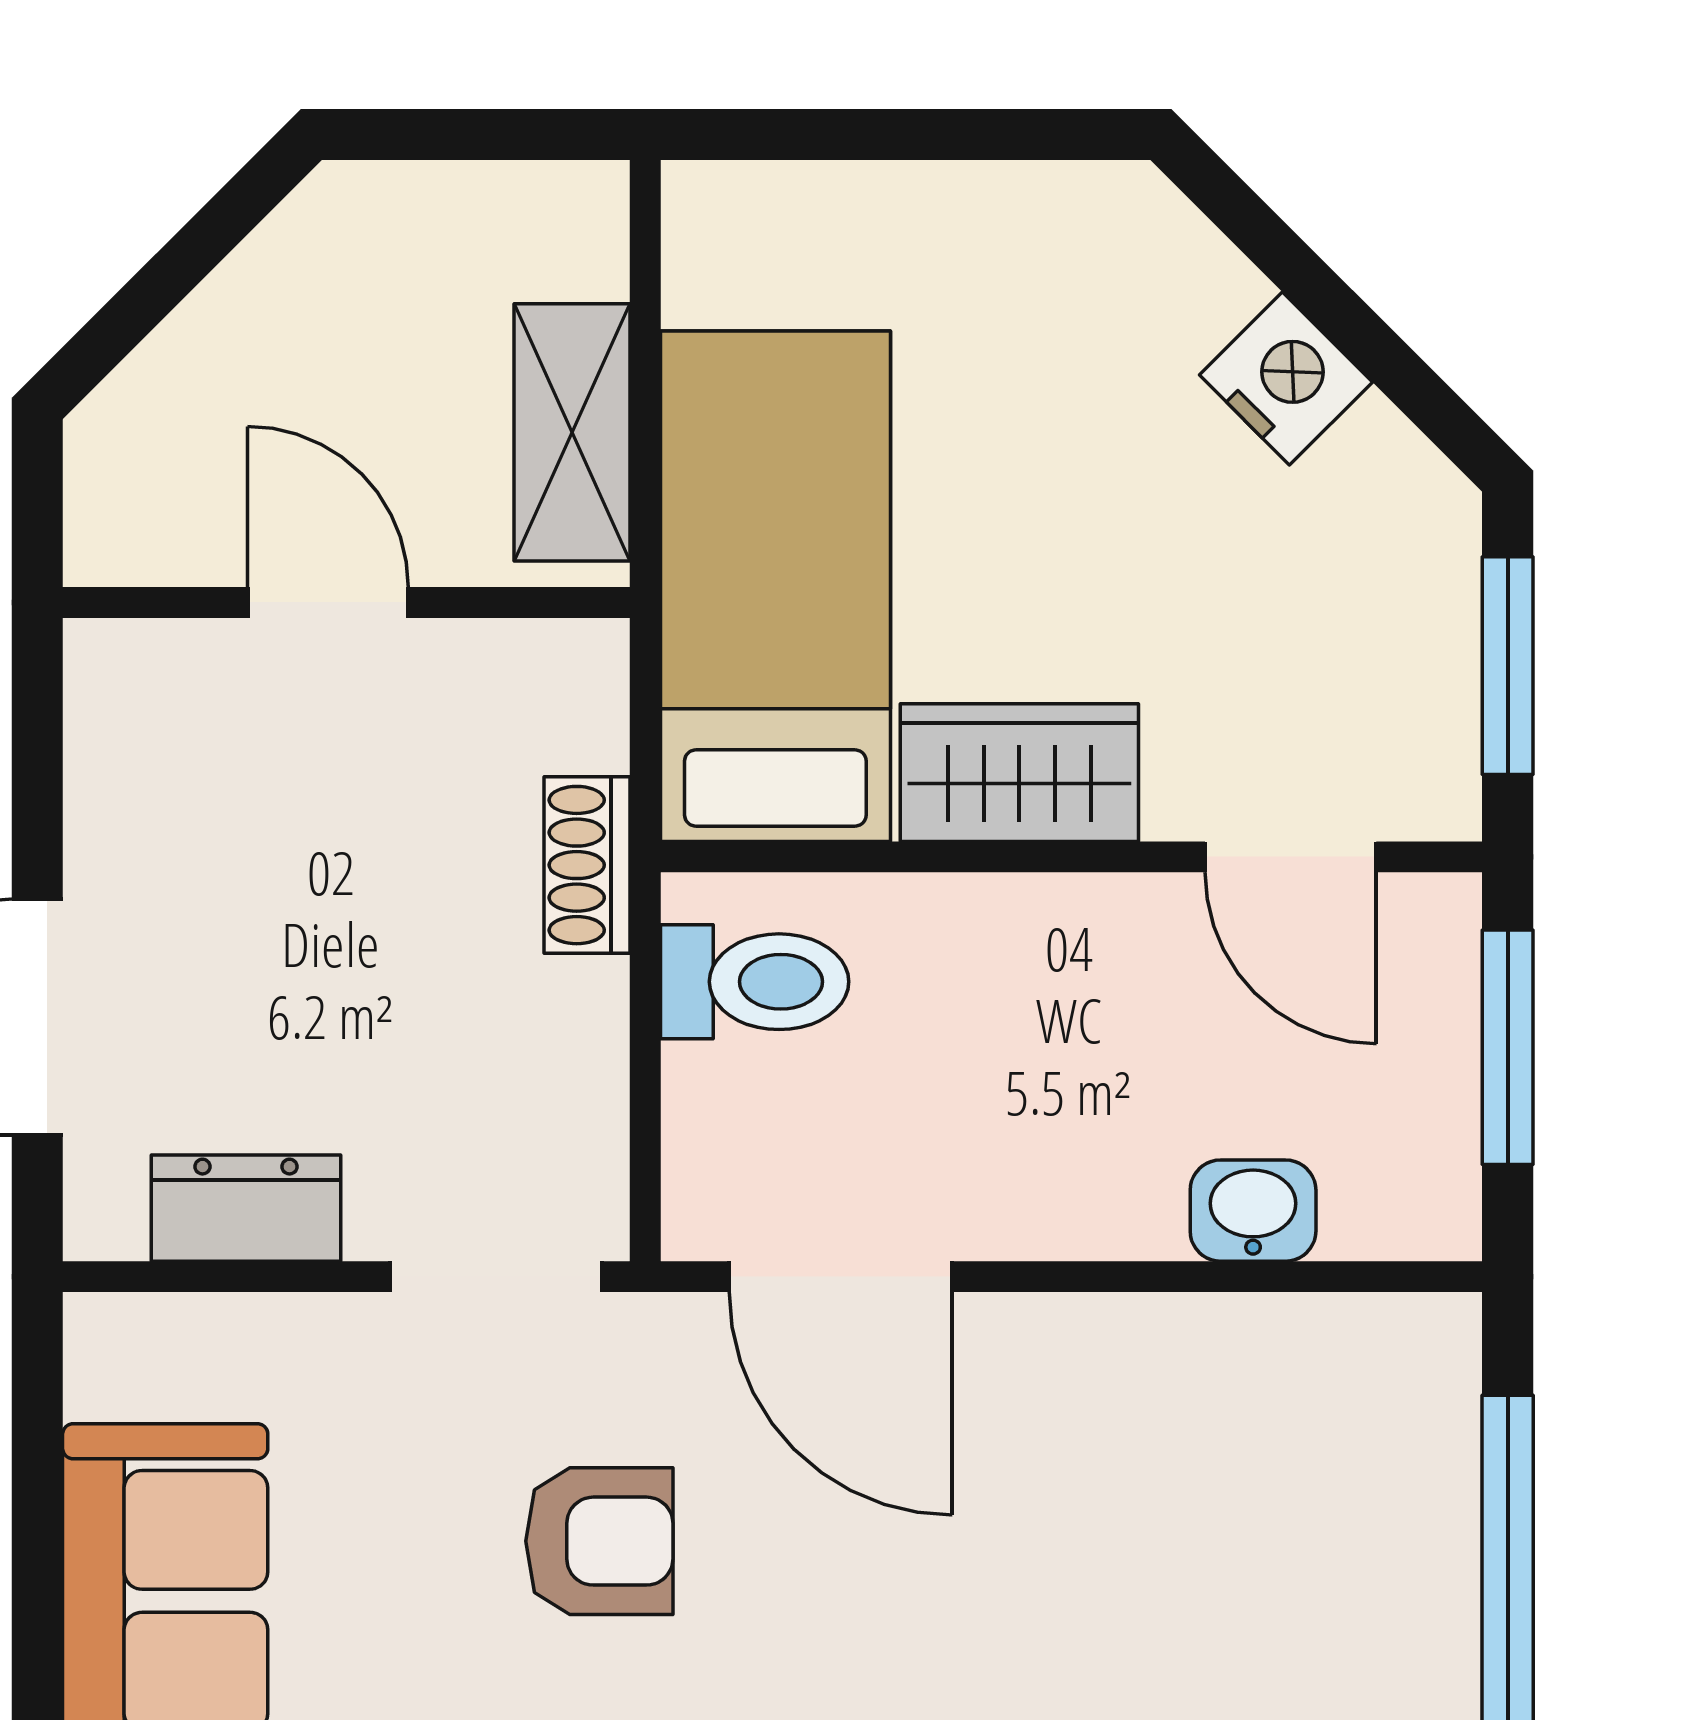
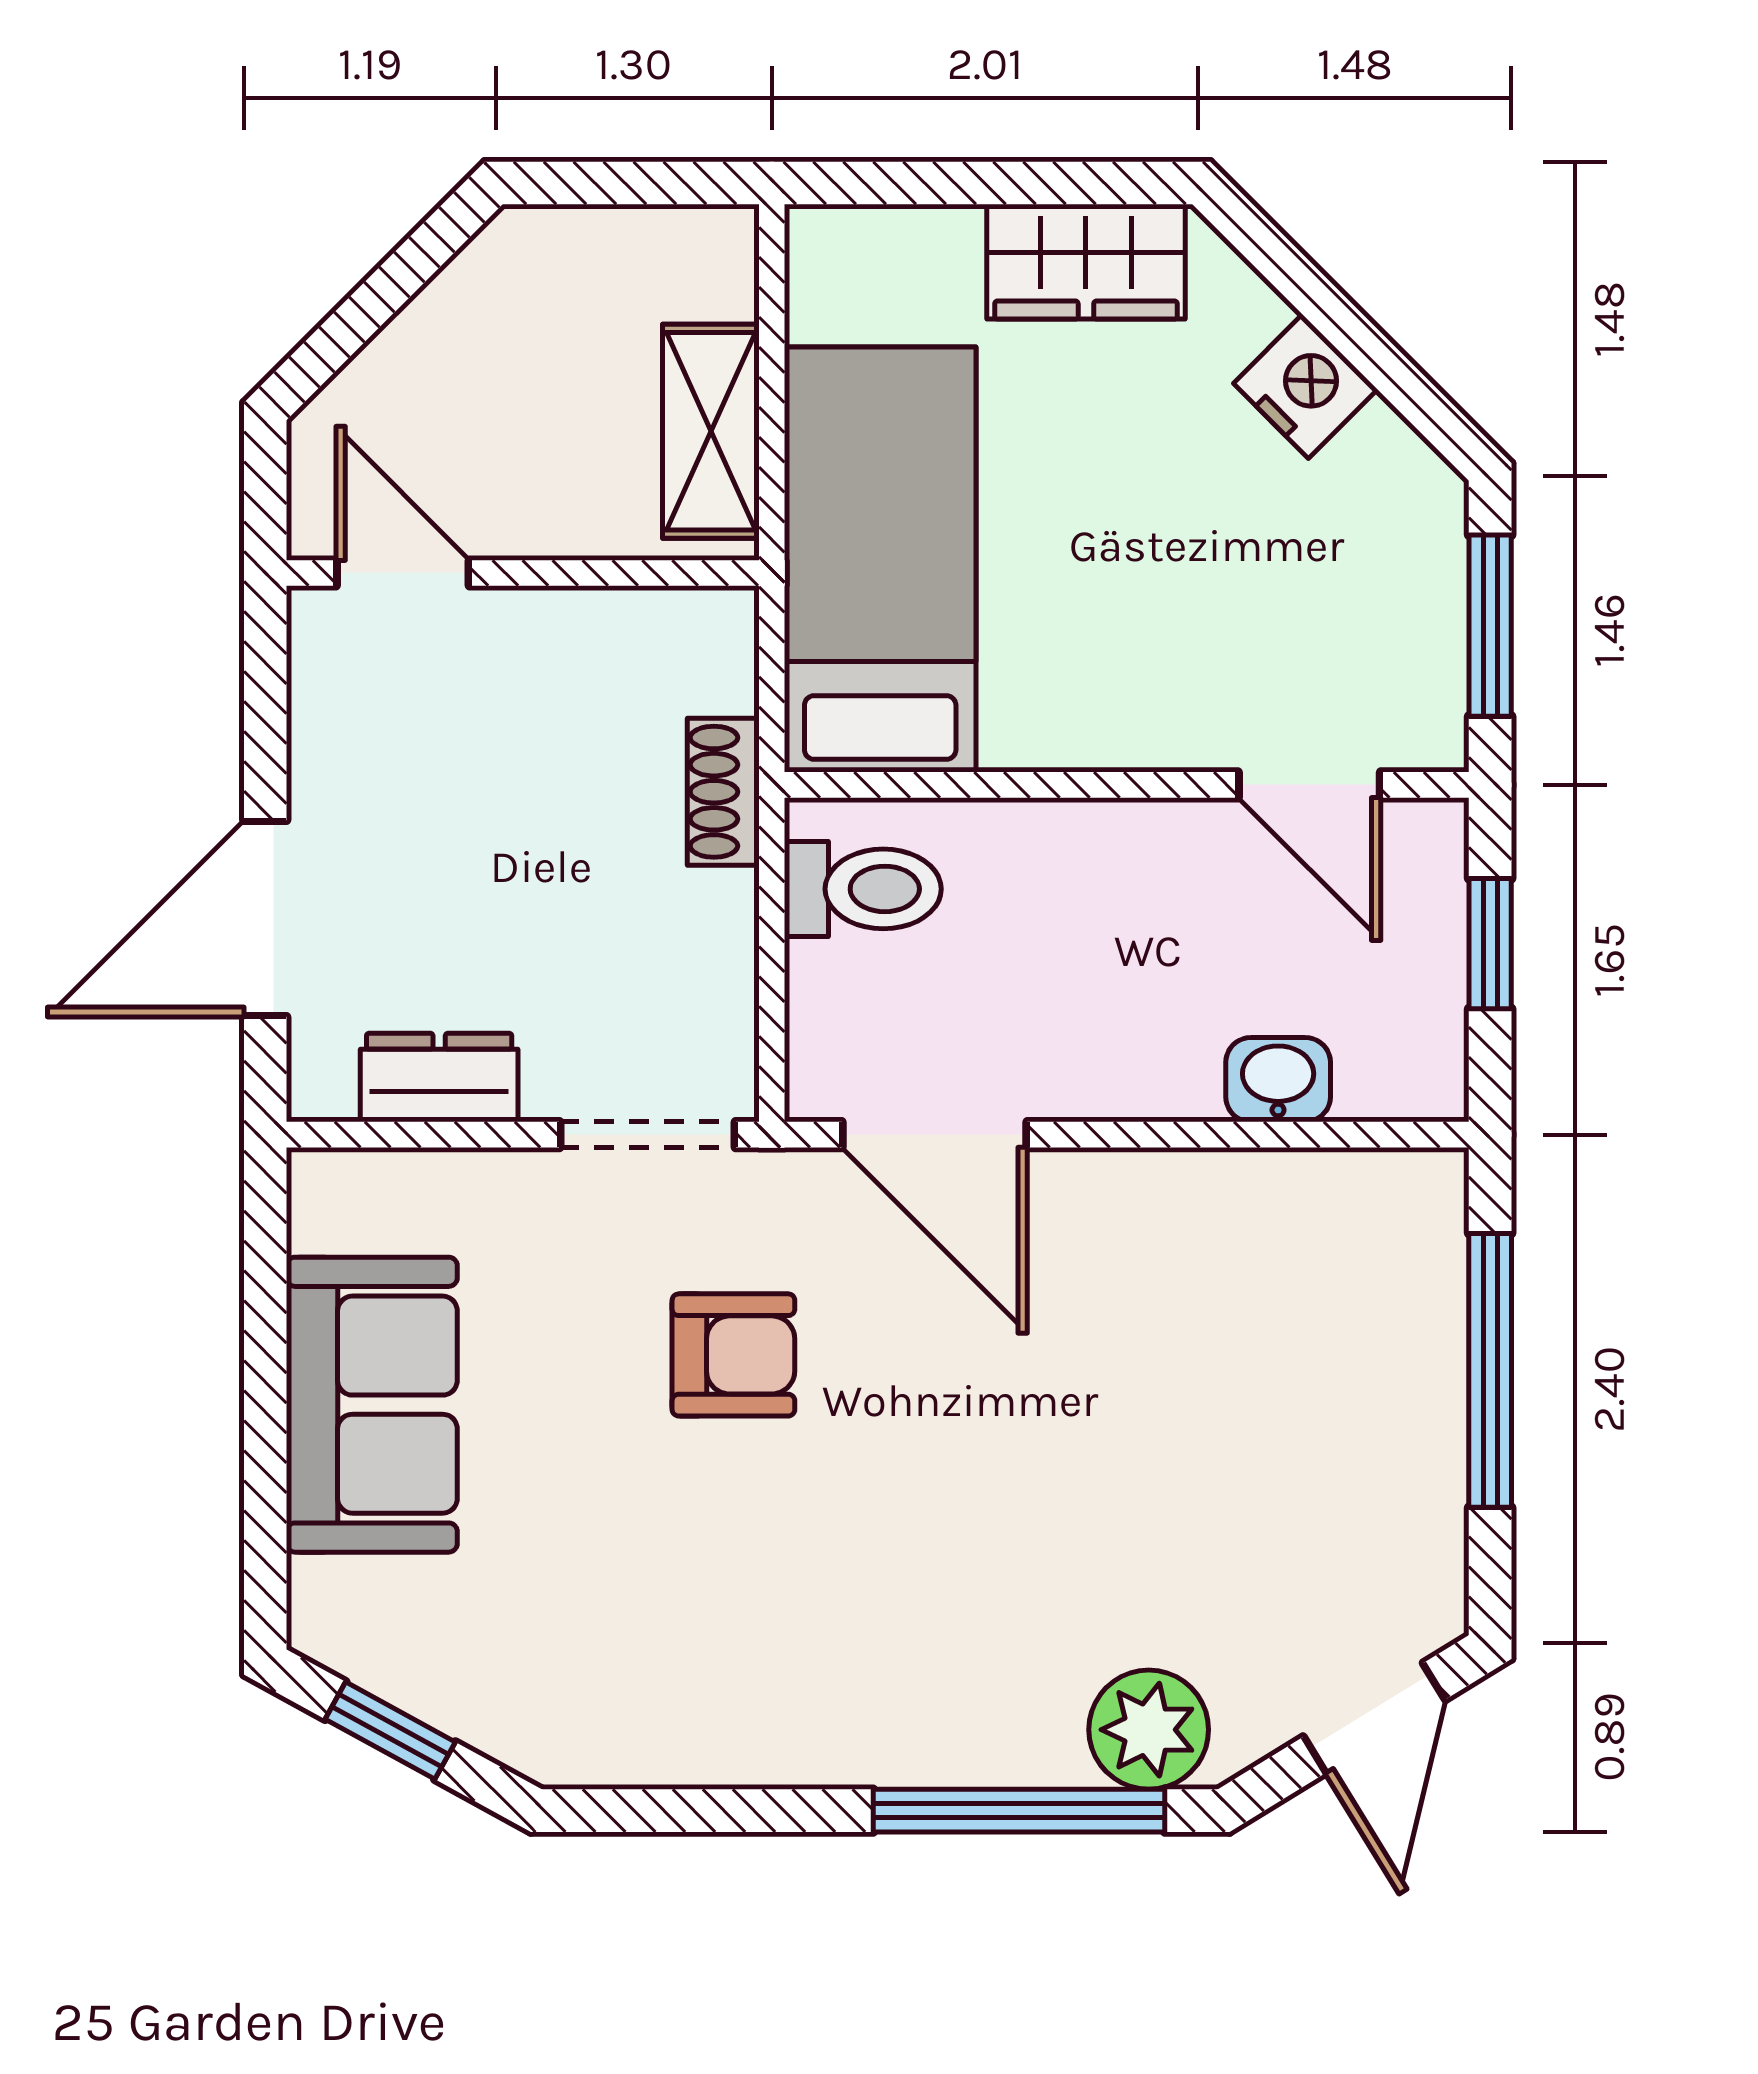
door: (328, 602) -> (403, 573), moved
wardrobe: (1019, 773) -> (1086, 262), moved, turned 180
window: (1508, 1047) -> (1490, 944), width x0.67

